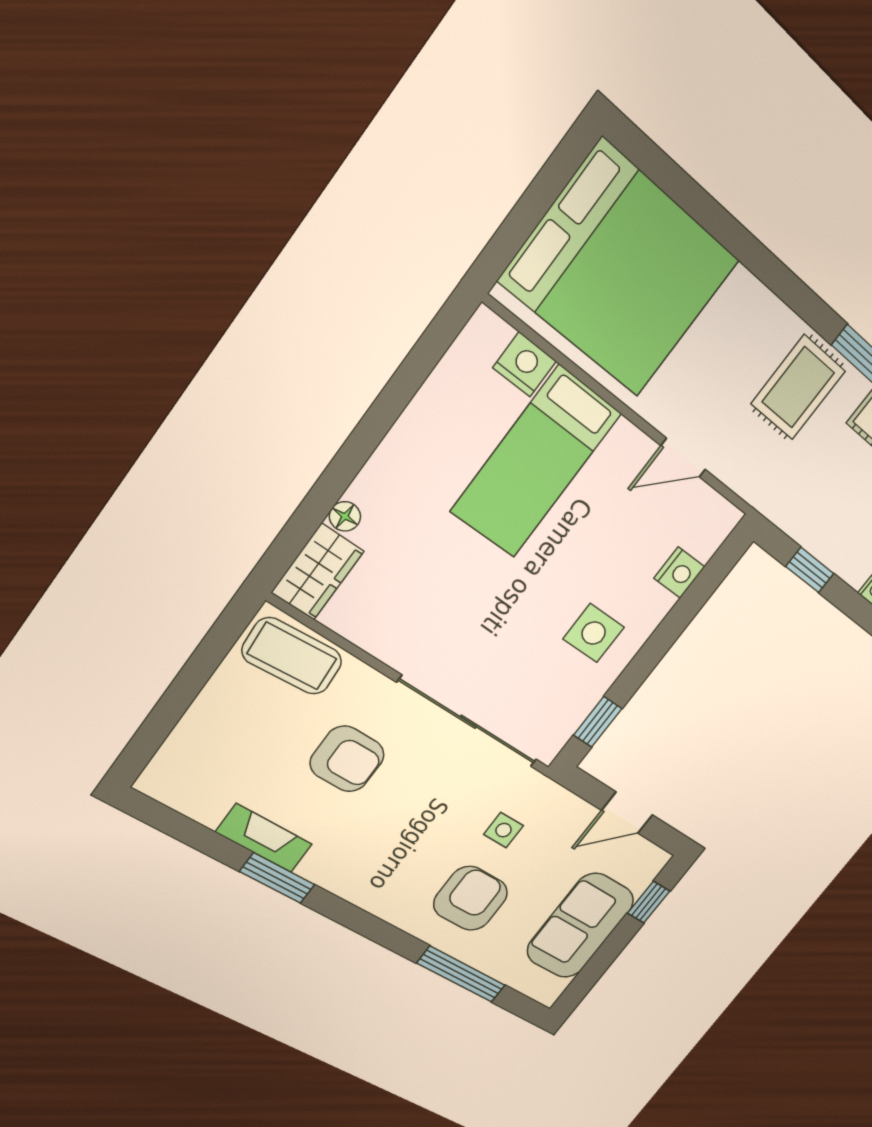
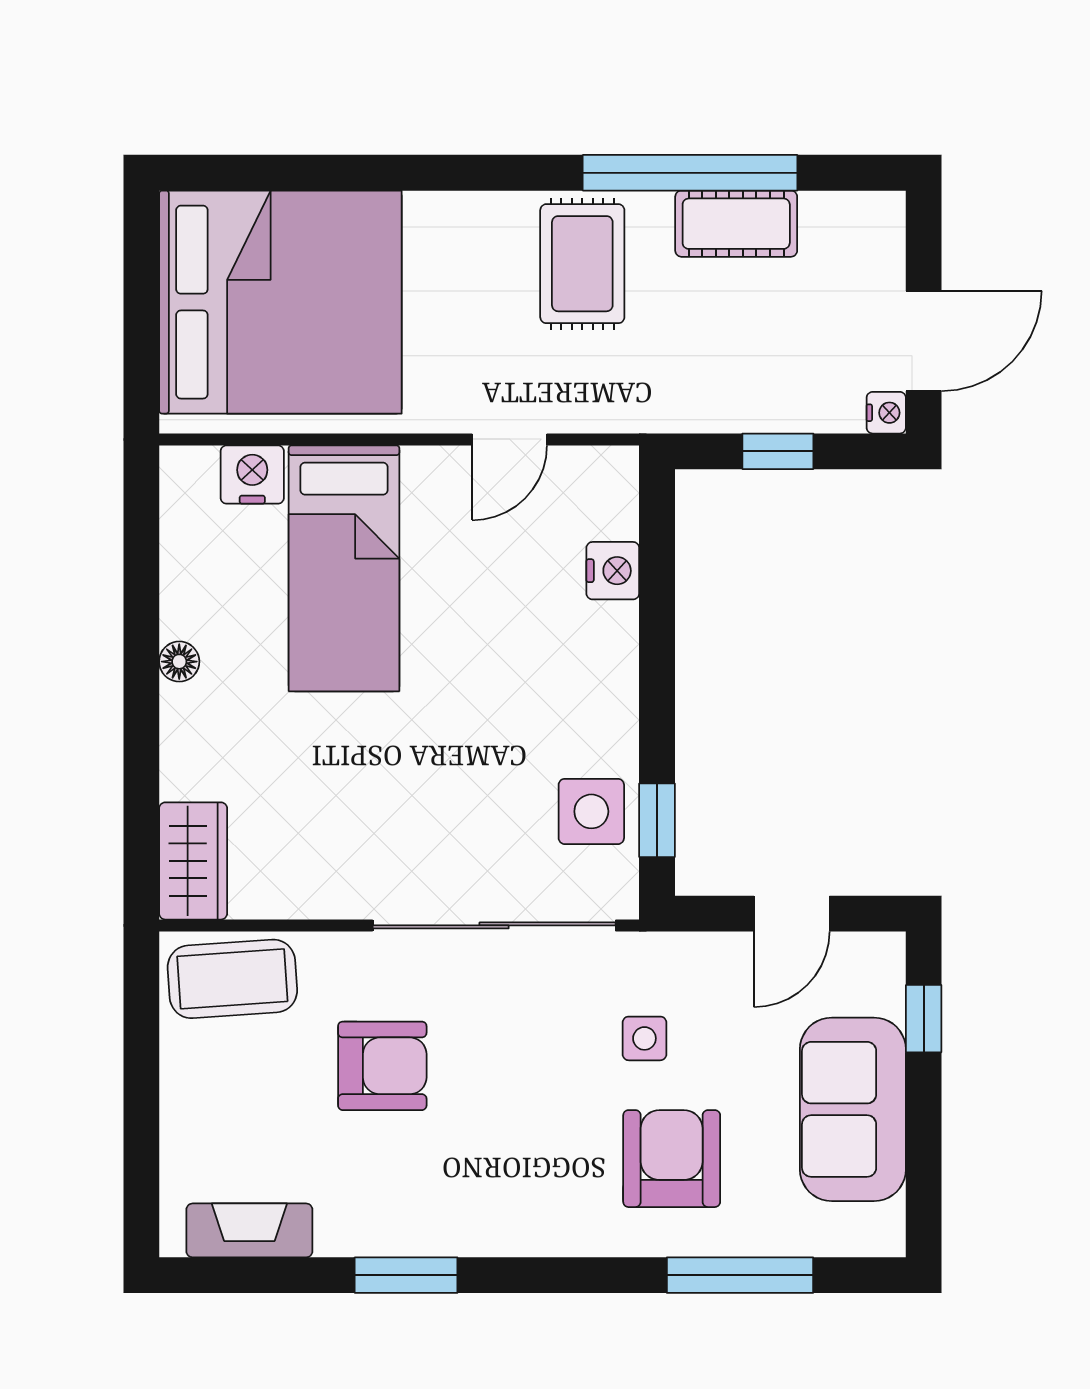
floor lamp: (345, 516) -> (179, 662), moved
side table: (594, 633) -> (591, 811), moved
fireplace: (264, 838) -> (249, 1230), moved

